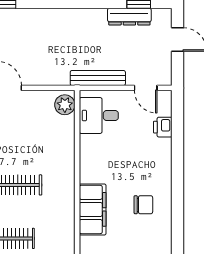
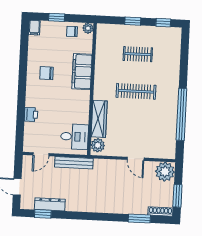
door: (146, 88) -> (41, 154), swing flipped
printer: (163, 127) -> (31, 115), moved
wardrobe: (65, 143) -> (99, 119), added

